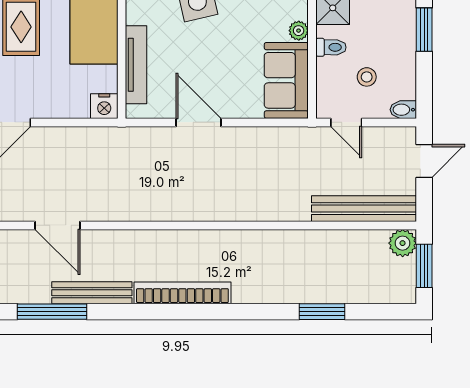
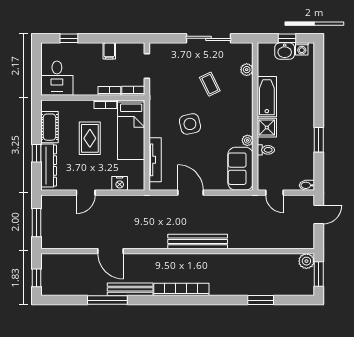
stool: (367, 77) -> (286, 167), removed
nightstand: (104, 106) -> (120, 183), moved
bench: (364, 209) -> (198, 241), moved

